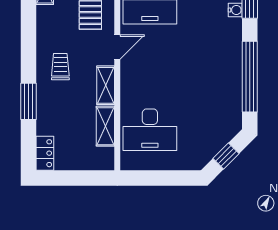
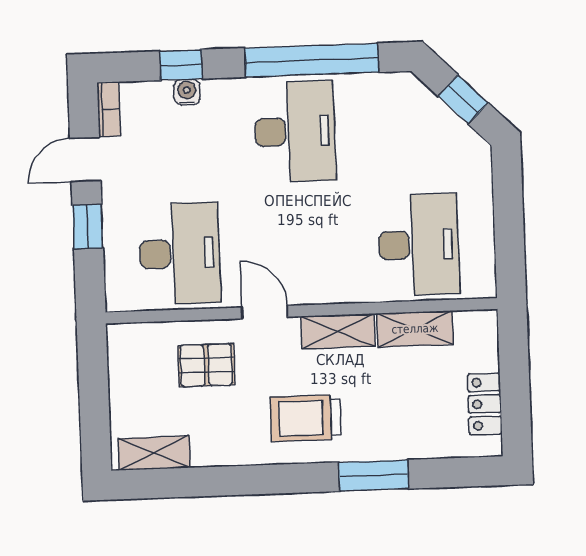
desk: (212, 66) -> (295, 131), added
trolley: (60, 67) -> (306, 418), width x1.36, depth x1.39
locker: (45, 153) -> (485, 404), moved, turned -90

